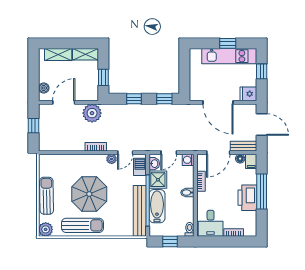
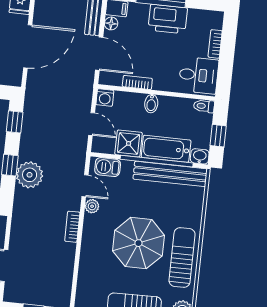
plant: (92, 113) -> (30, 175), moved
washbasin: (154, 164) -> (200, 156), moved

